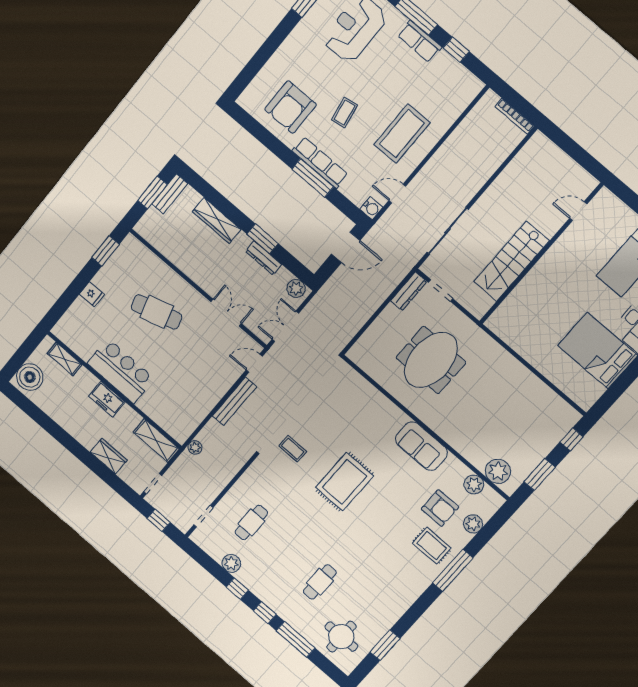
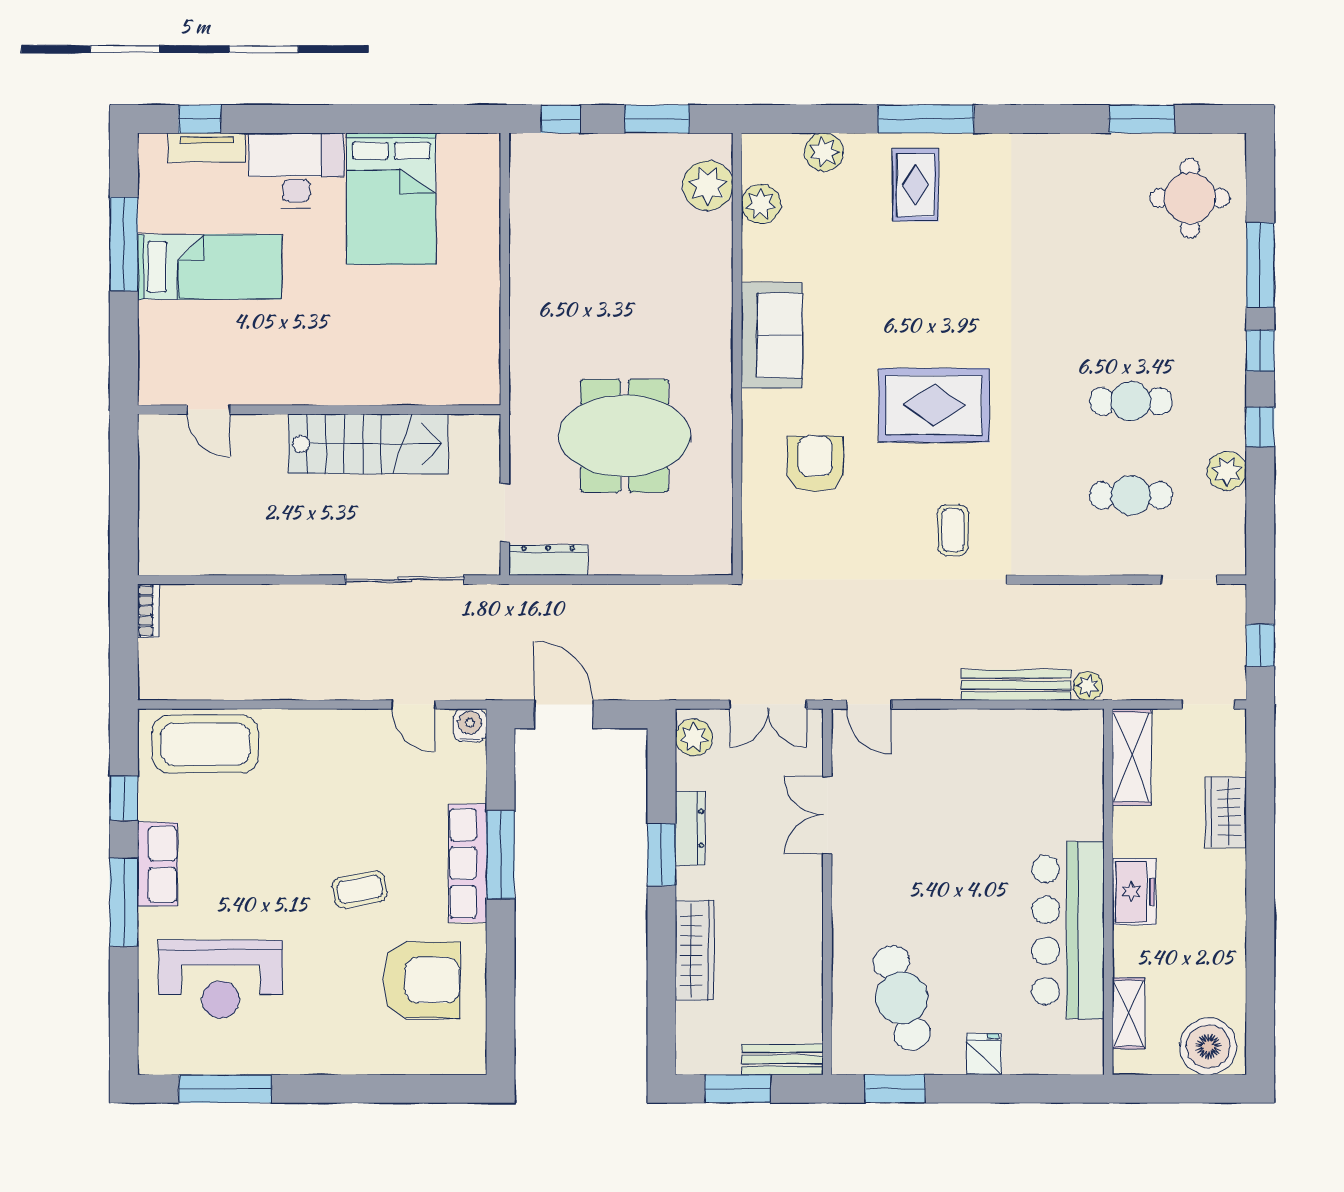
bookcase: (515, 116) -> (148, 611), width x0.64
coffee table: (402, 134) -> (205, 744), moved
bench: (170, 194) -> (782, 1059), moved
cafe table: (157, 312) -> (902, 998), moved
bar counter: (121, 371) -> (1068, 930), width x1.36
bench: (234, 401) -> (1016, 685), moved
armchair: (440, 508) -> (815, 464), moved
cafe table: (320, 582) -> (1131, 401), moved

